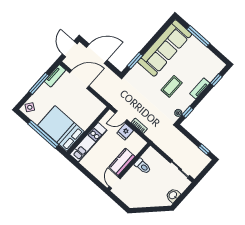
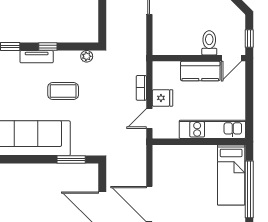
window: (188, 112) -> (48, 47), moved
door: (121, 116) -> (149, 118), swing flipped
bed: (61, 128) -> (231, 175), width x0.67
toilet: (143, 166) -> (209, 43), moved
window: (117, 200) -> (249, 39), added

